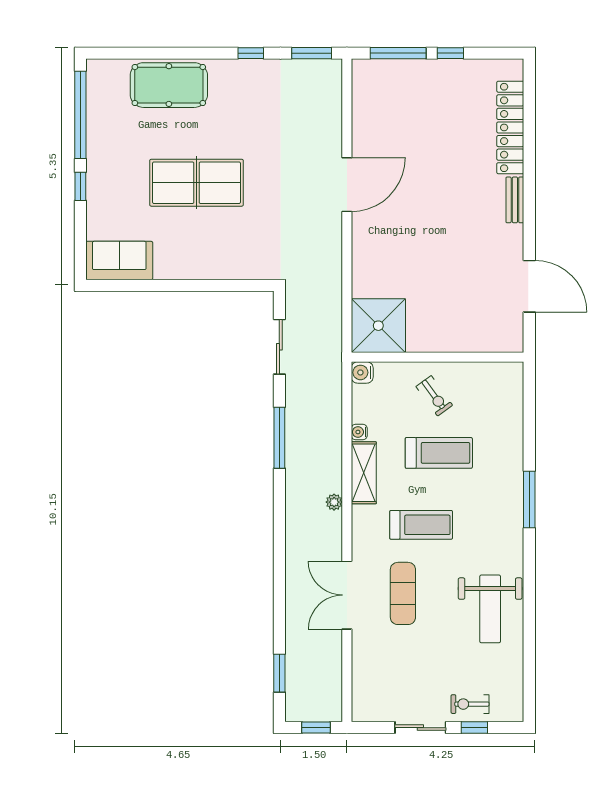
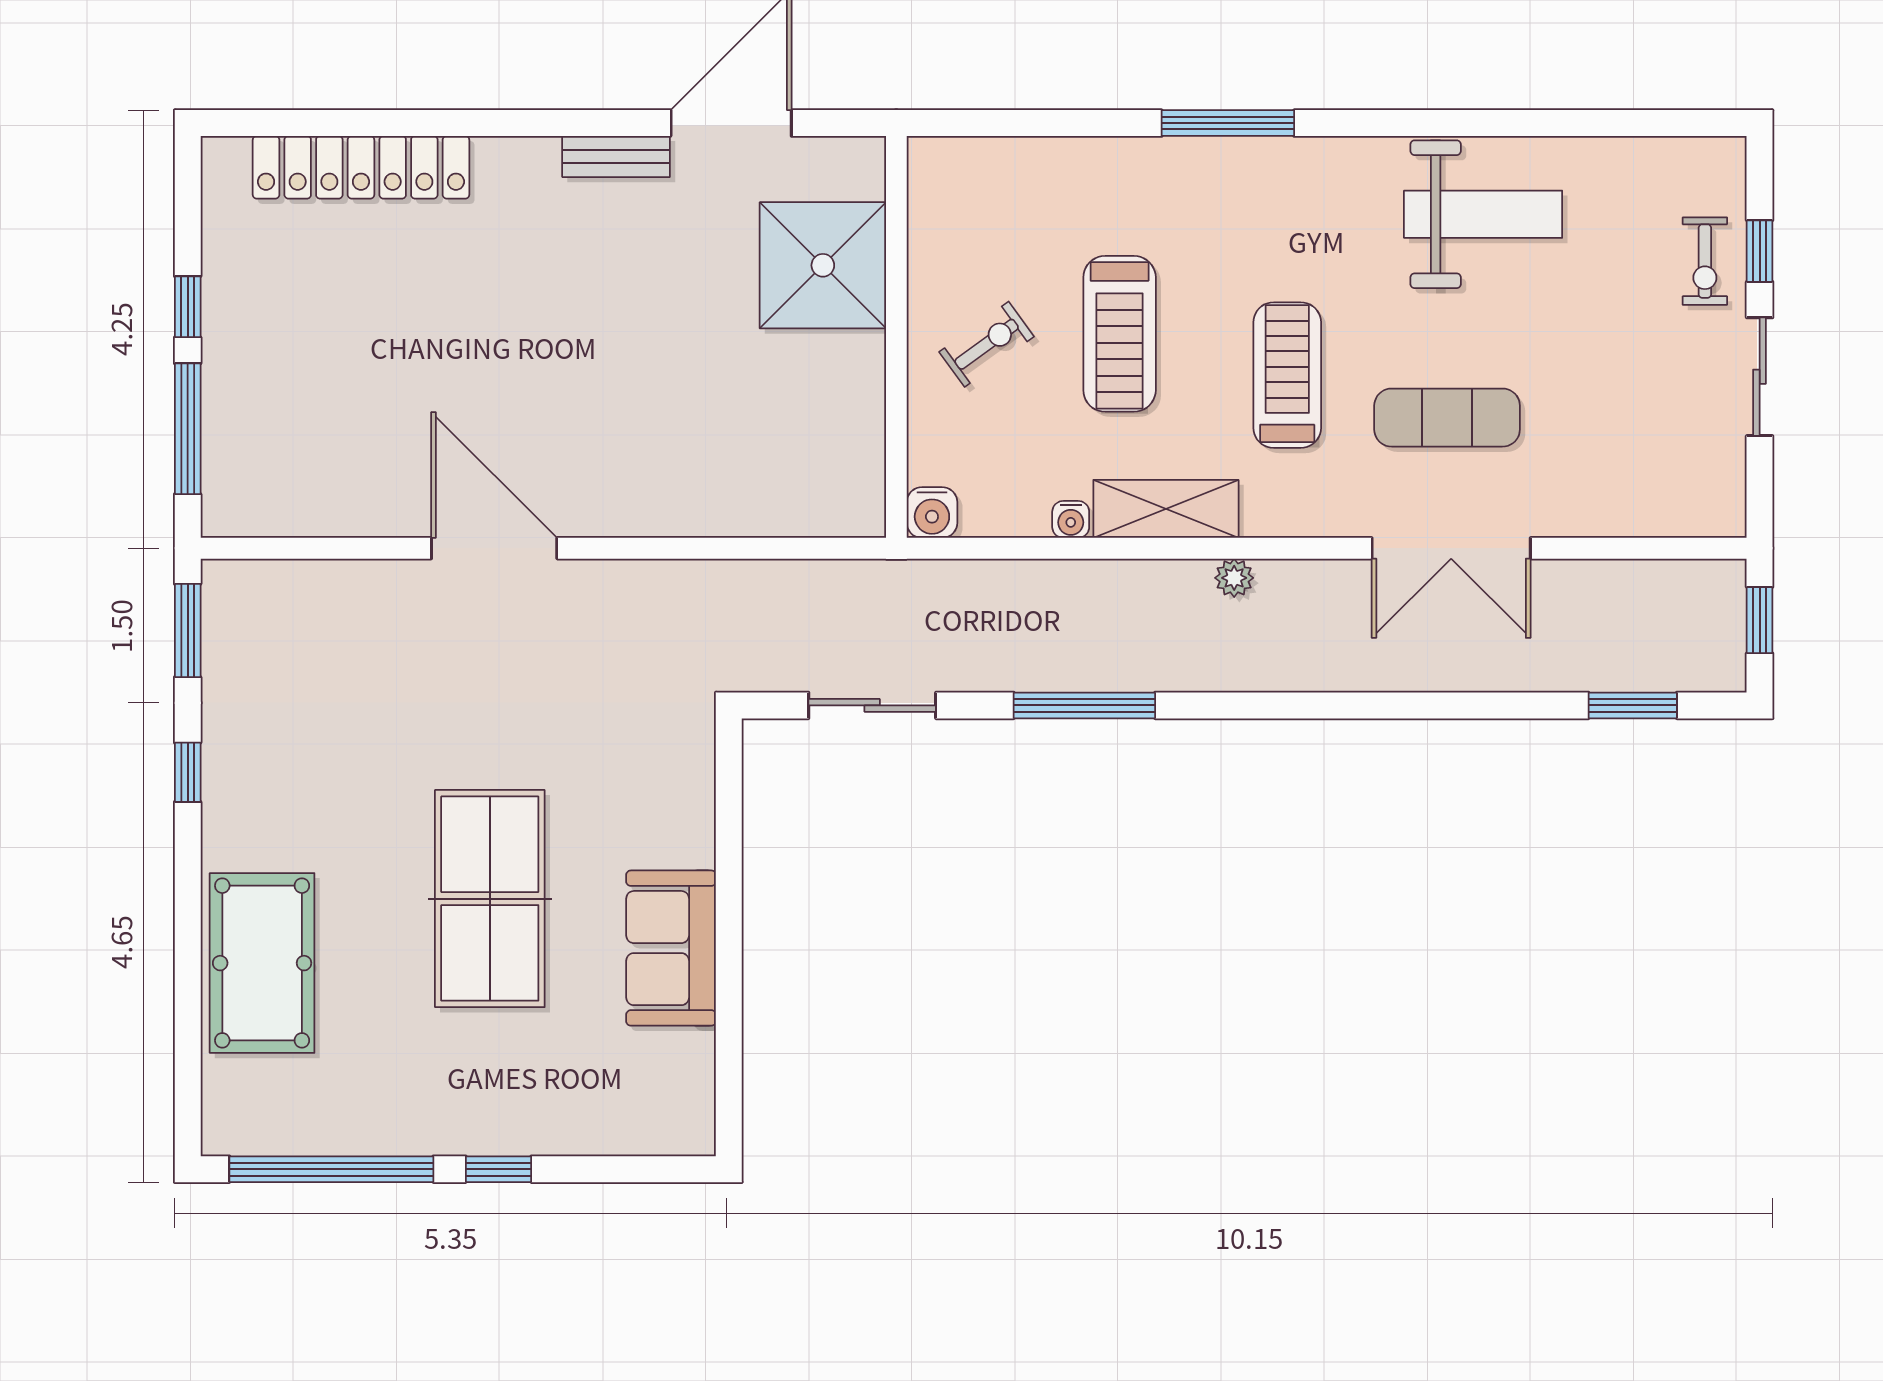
bench: (515, 200) -> (616, 156), moved
sofa: (119, 260) -> (671, 948), moved
shower: (378, 326) -> (823, 265), moved
treadmill: (439, 453) -> (1120, 334), turned 180

